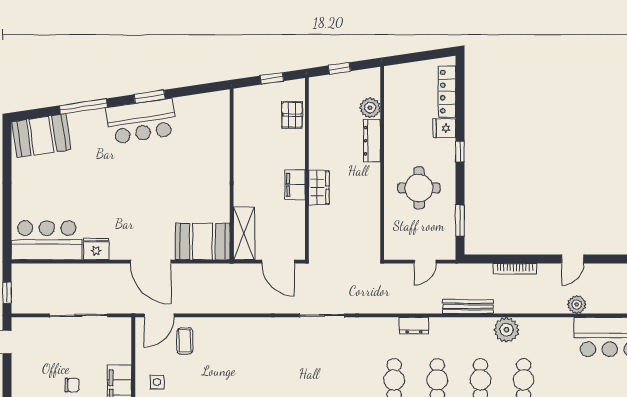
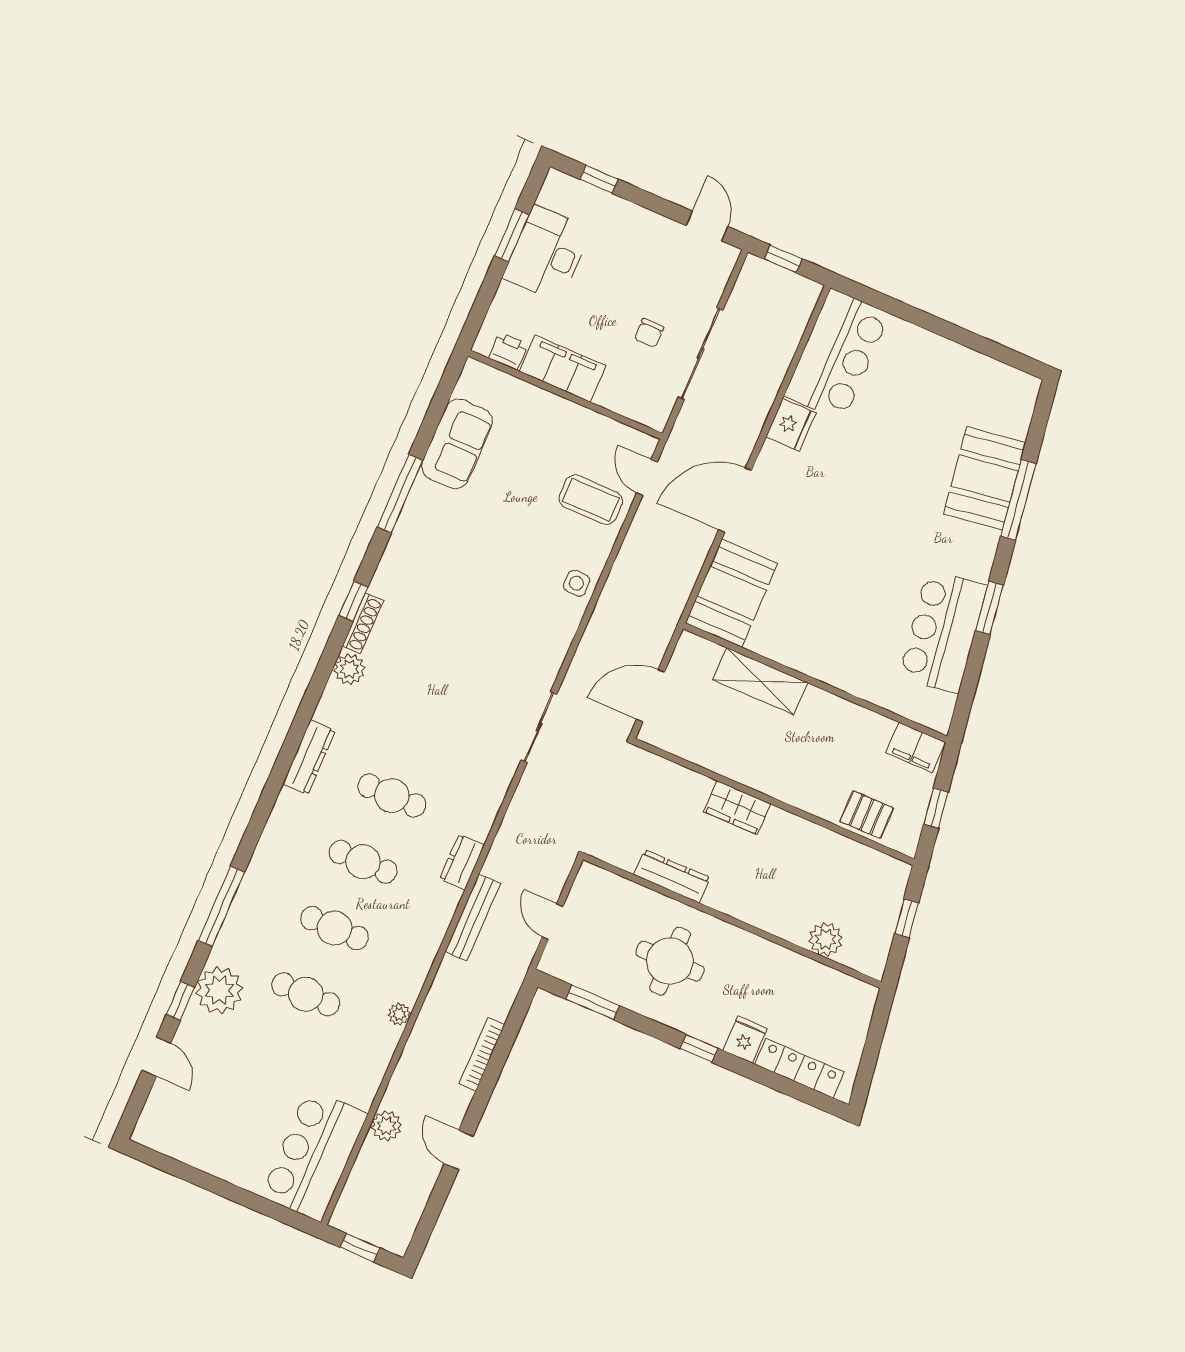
bar counter: (141, 121) -> (943, 632), moved
booth: (41, 136) -> (985, 478), moved
dresser: (372, 141) -> (672, 876), moved
filing cabinet: (295, 185) -> (916, 747), moved, turned 180
shelving: (244, 233) -> (760, 681), moved
bench: (468, 307) -> (473, 918), moved
door: (159, 315) -> (647, 477), width x0.73
plant: (506, 330) -> (399, 1014), width x0.53, depth x0.53
coffee table: (185, 341) -> (591, 500), width x1.36, depth x1.30
side table: (157, 382) -> (576, 583), moved
chair: (72, 385) -> (649, 333), moved

